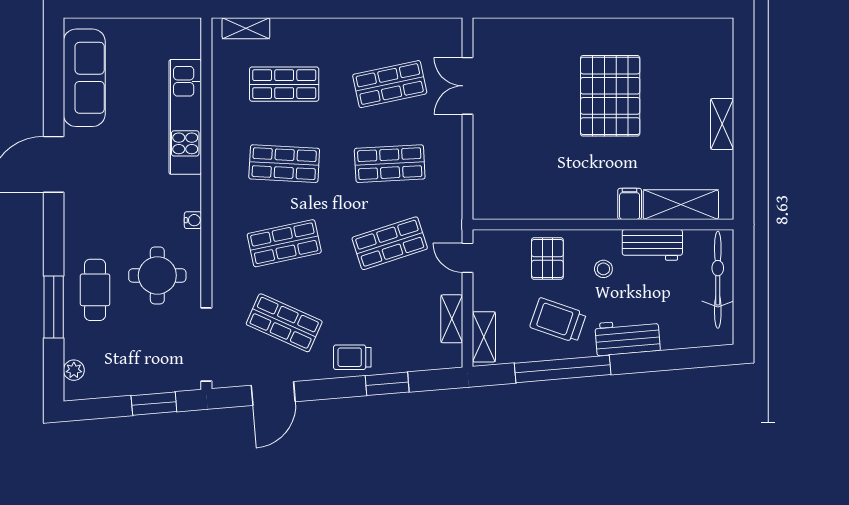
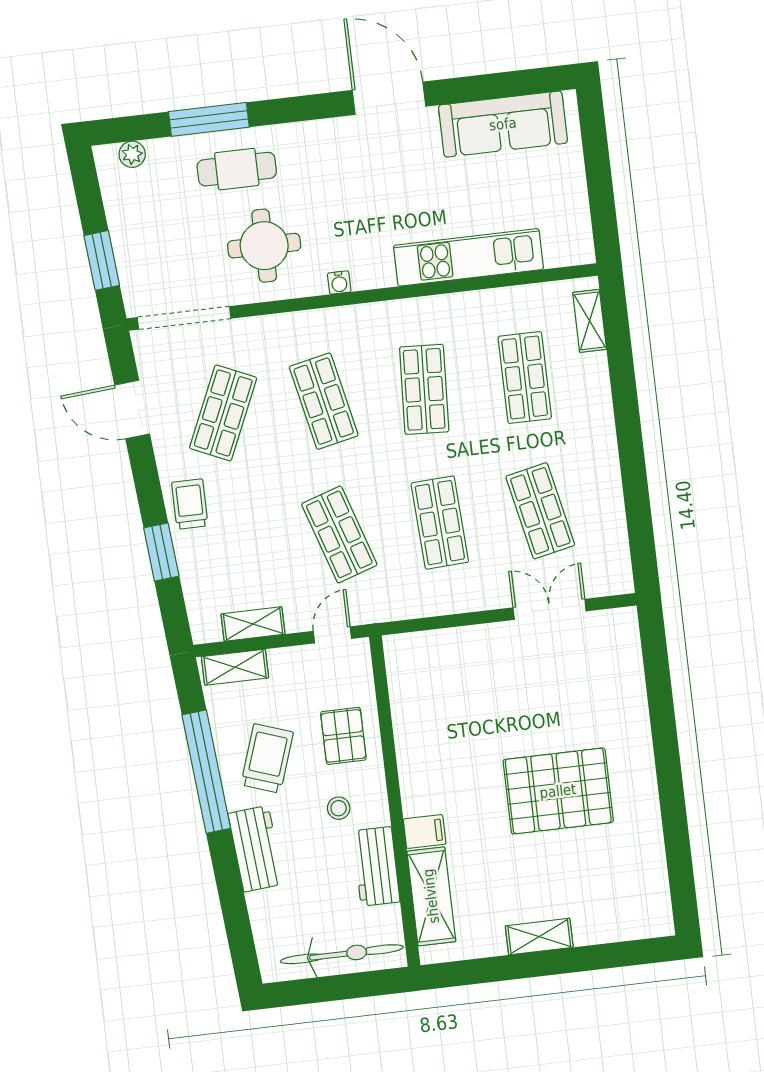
pallet: (547, 259) -> (343, 736), turned 90

